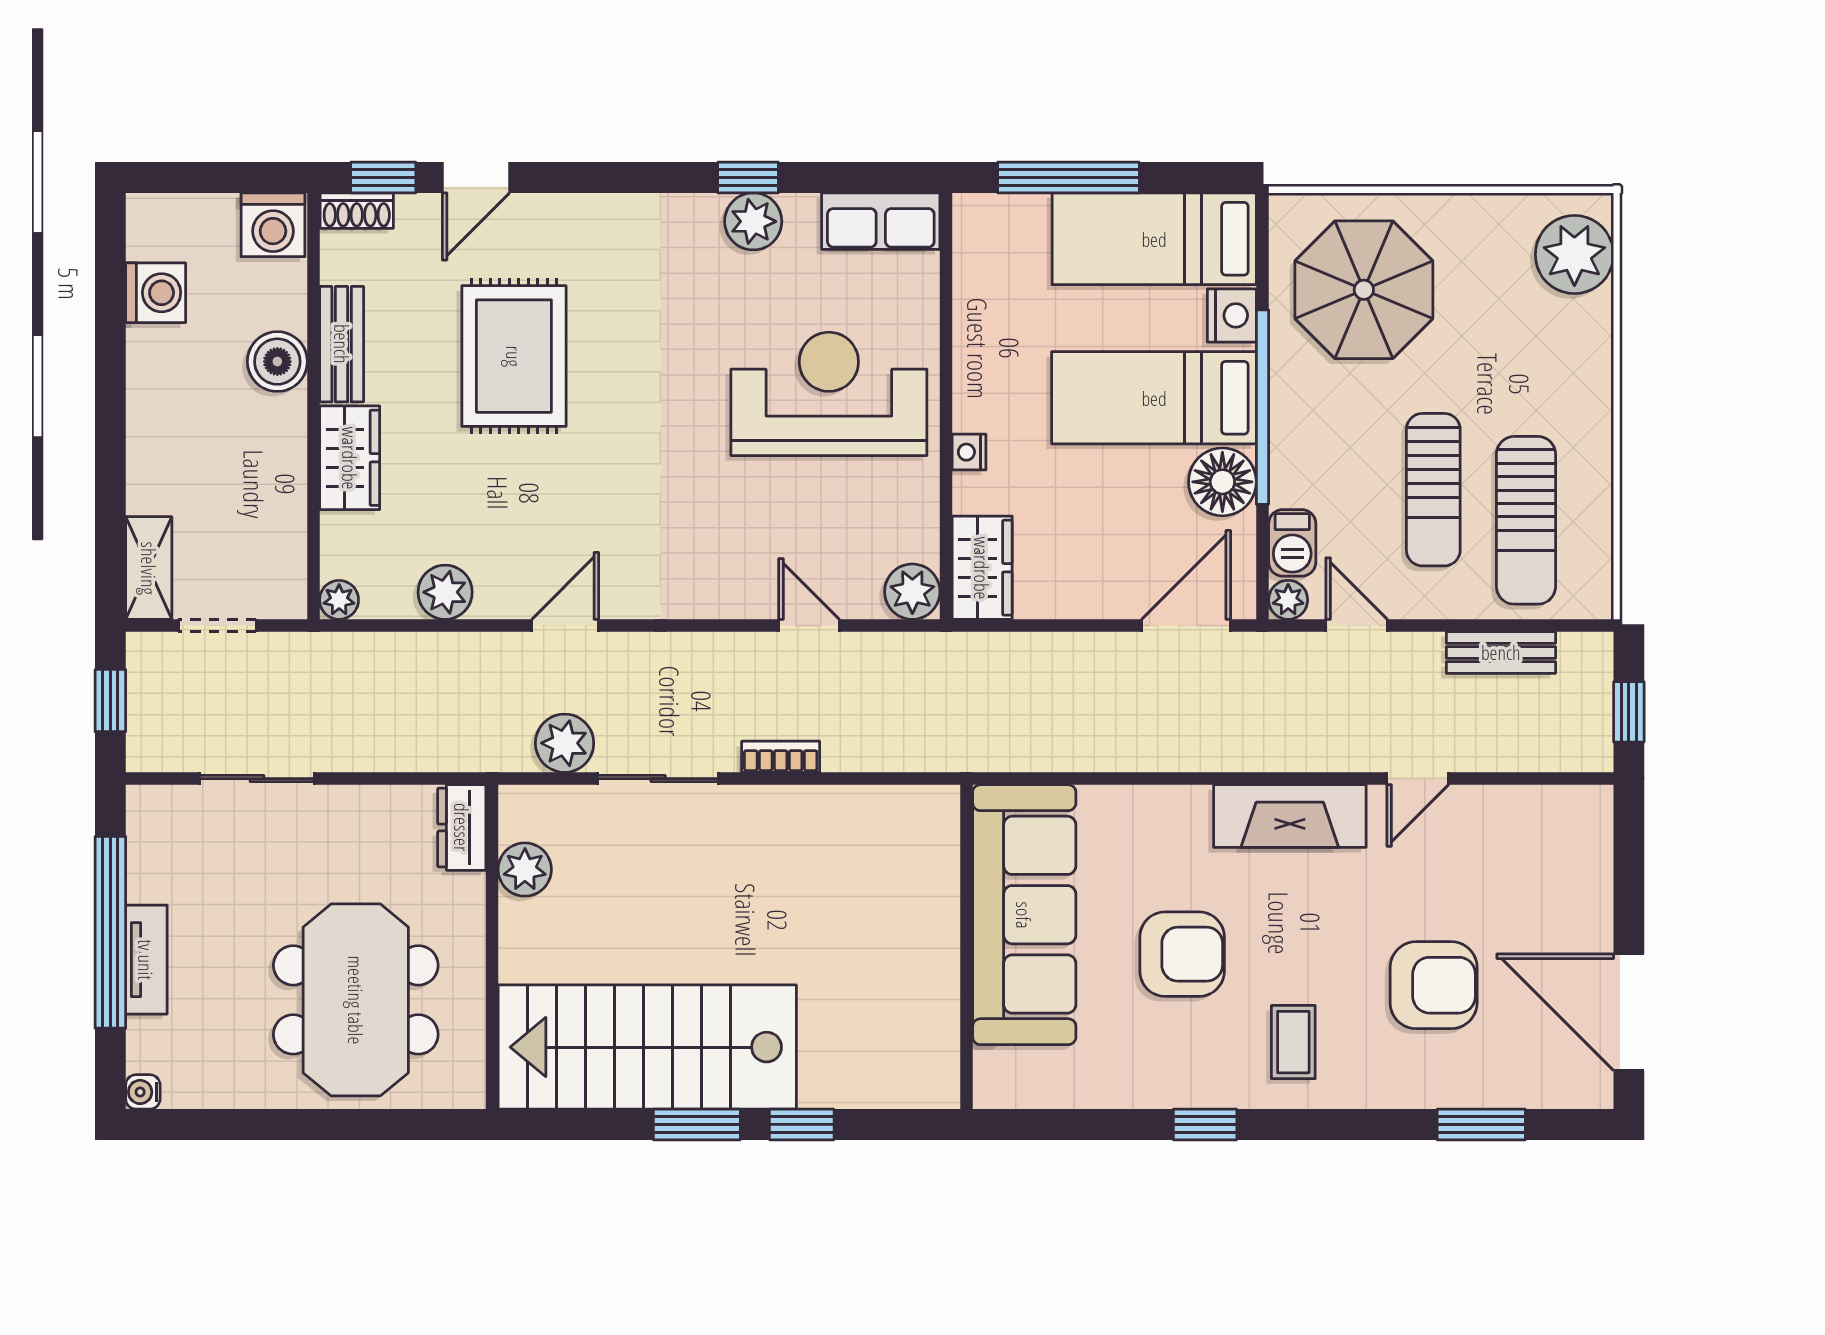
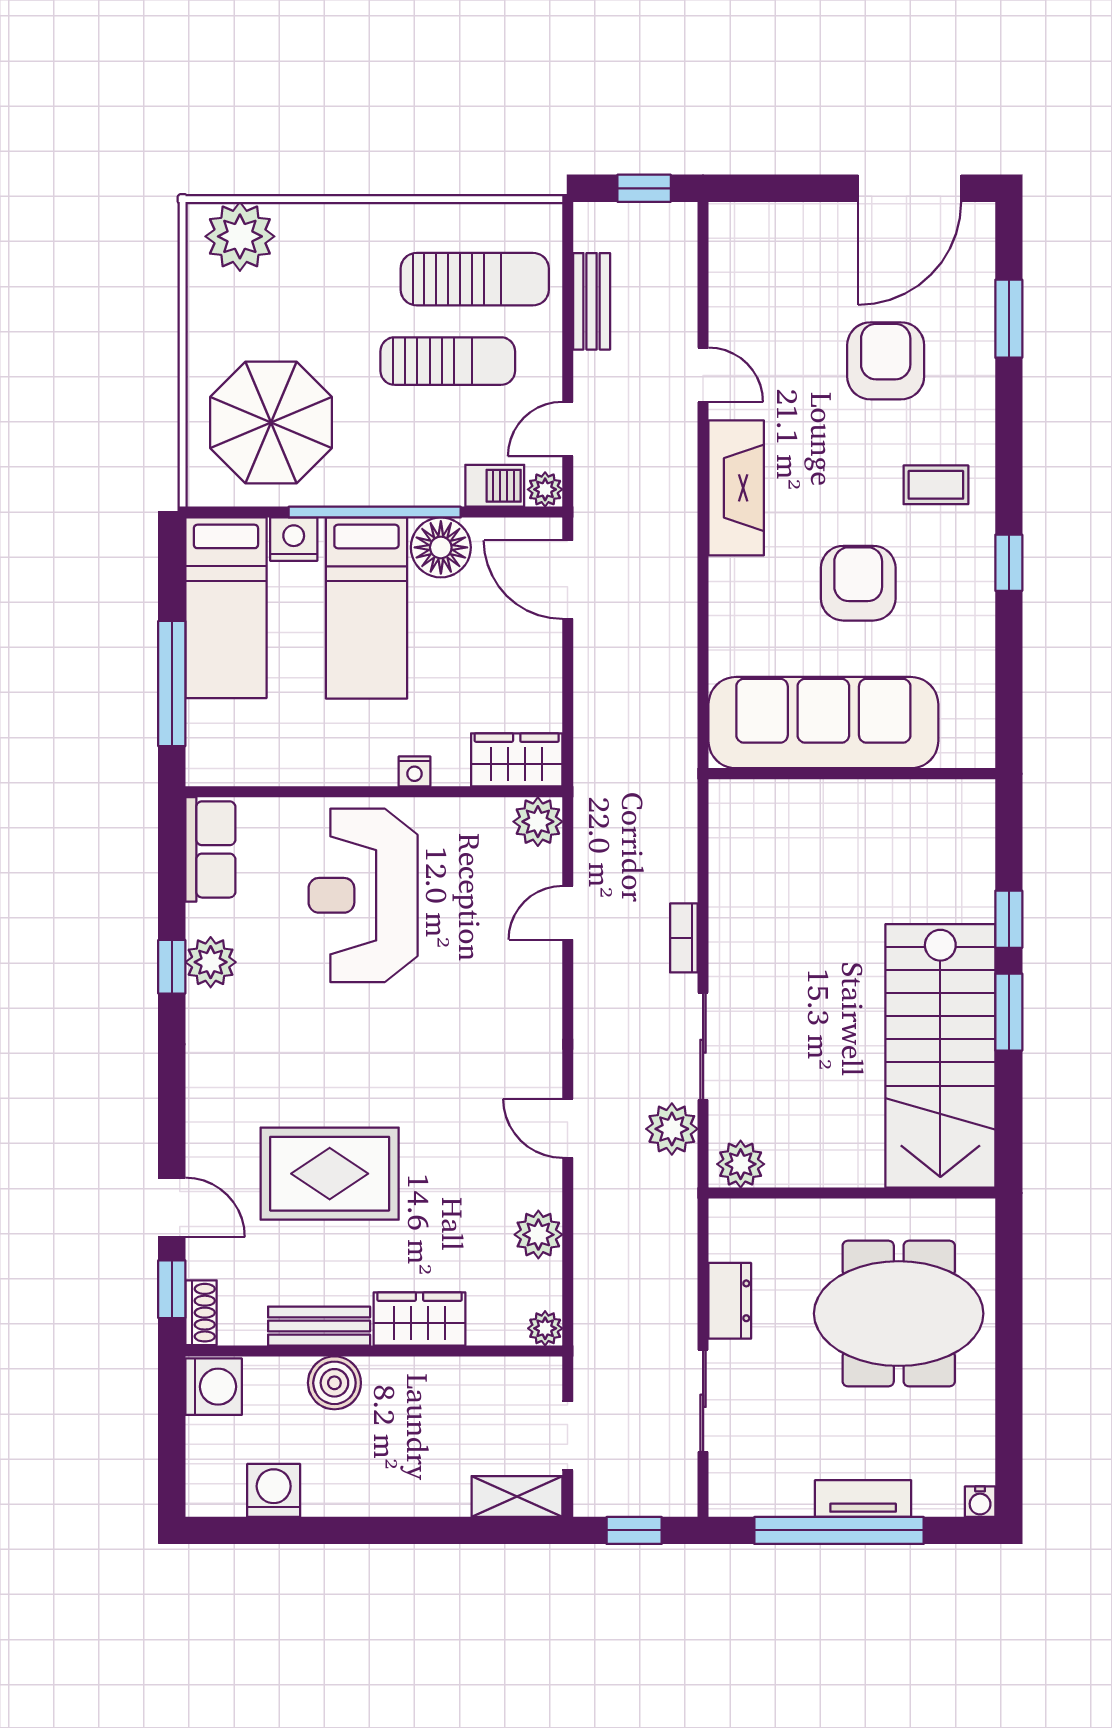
dresser: (462, 827) -> (730, 1301), moved, turned -90
plant: (525, 870) -> (741, 1164), moved

